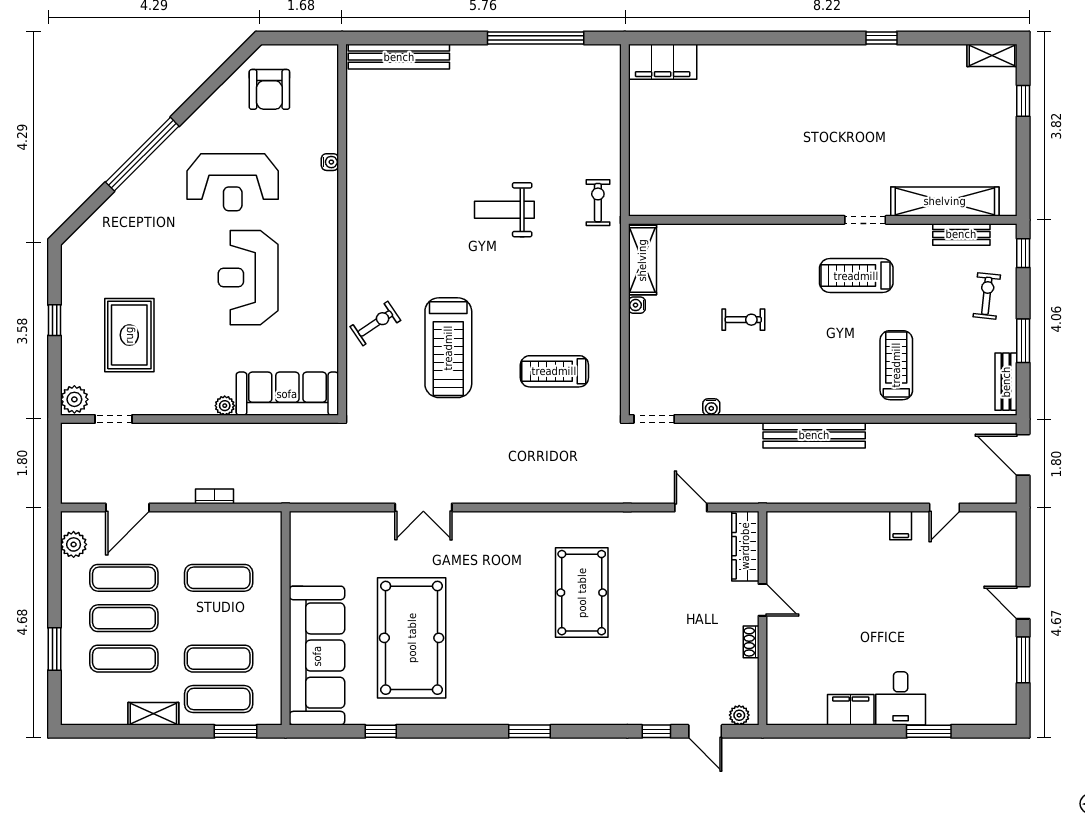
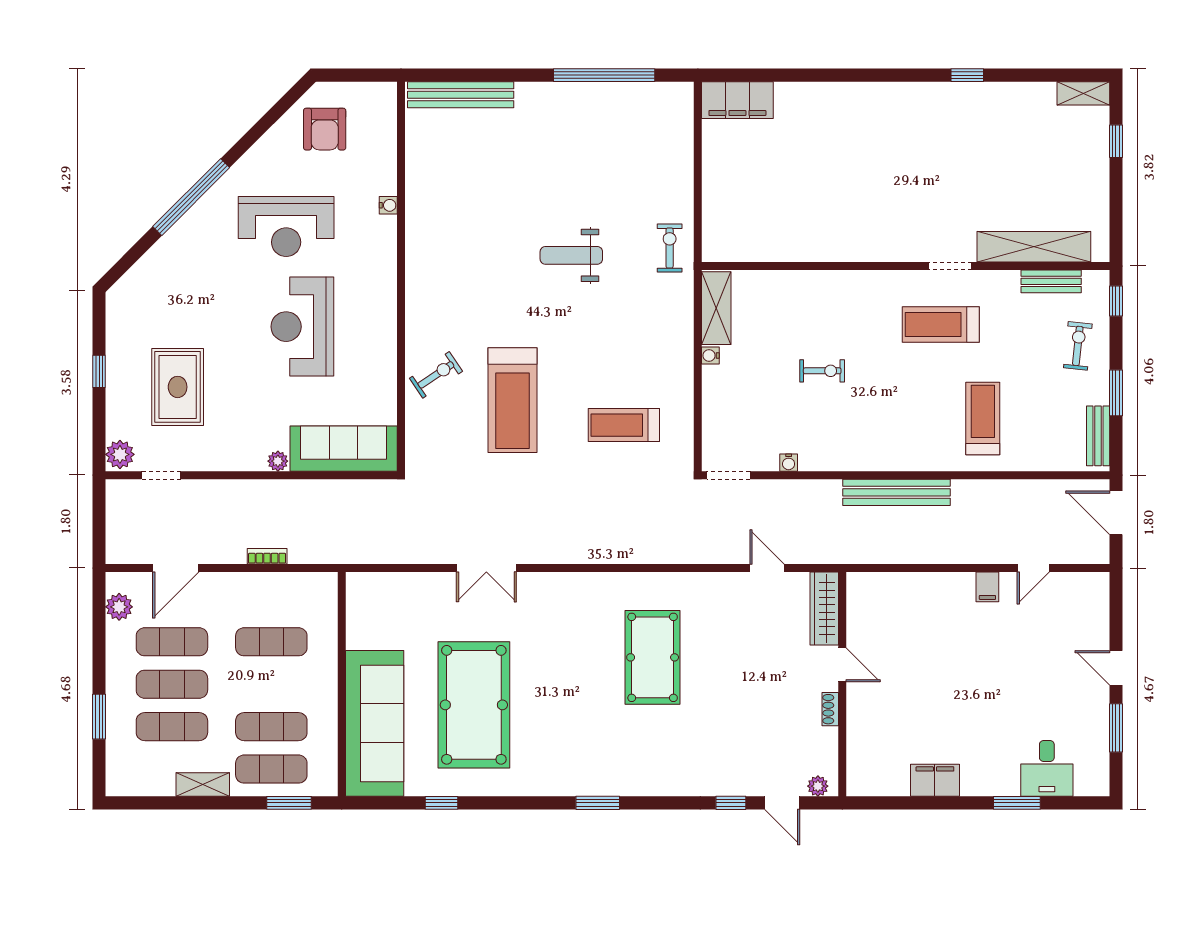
desk: (901, 698) -> (1047, 768), moved

